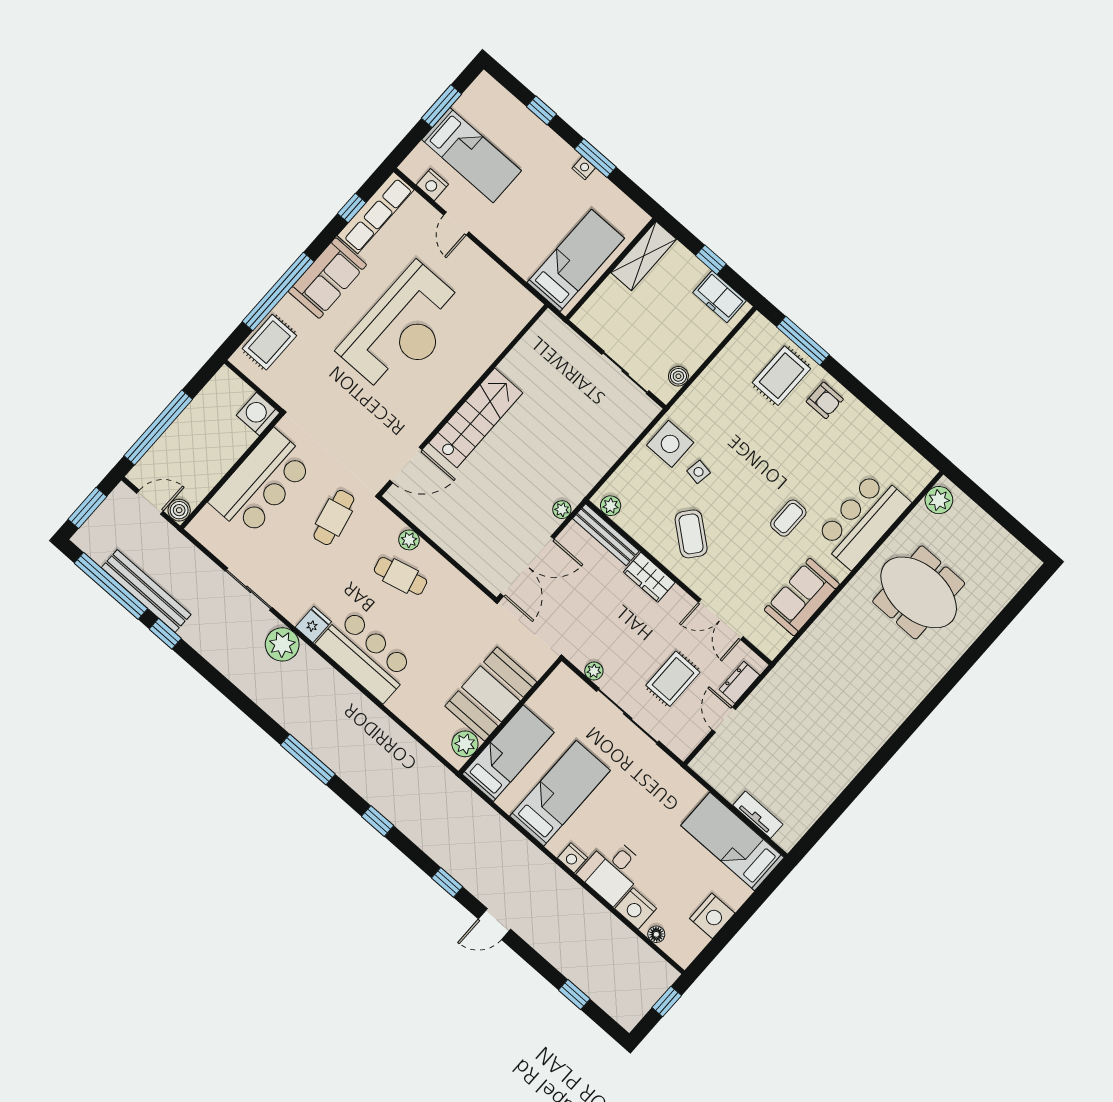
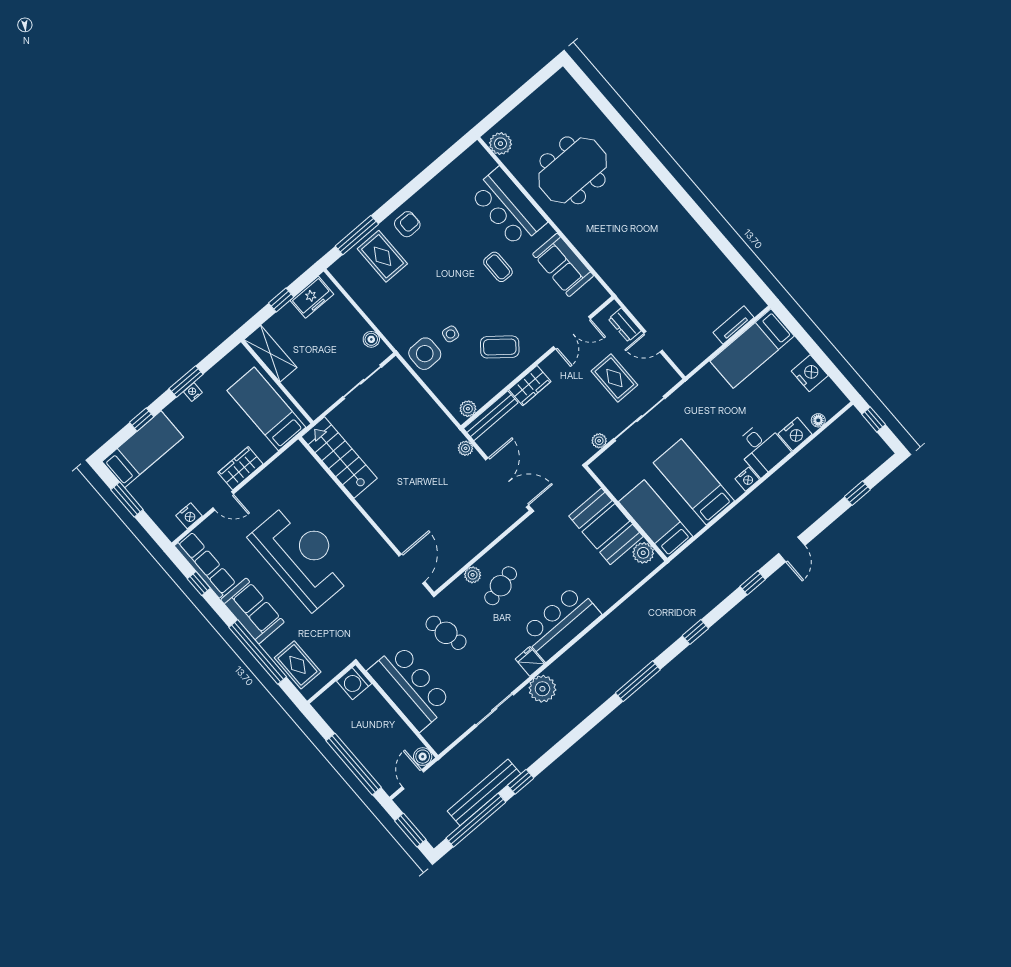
bed: (472, 155) -> (143, 449), moved
wardrobe: (499, 239) -> (240, 468), added
stairs: (476, 418) -> (339, 458), moved

